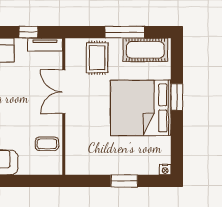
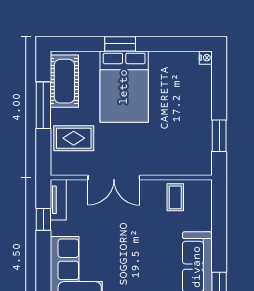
bed: (141, 108) -> (124, 87), width x0.73
window: (124, 181) -> (219, 136), moved

